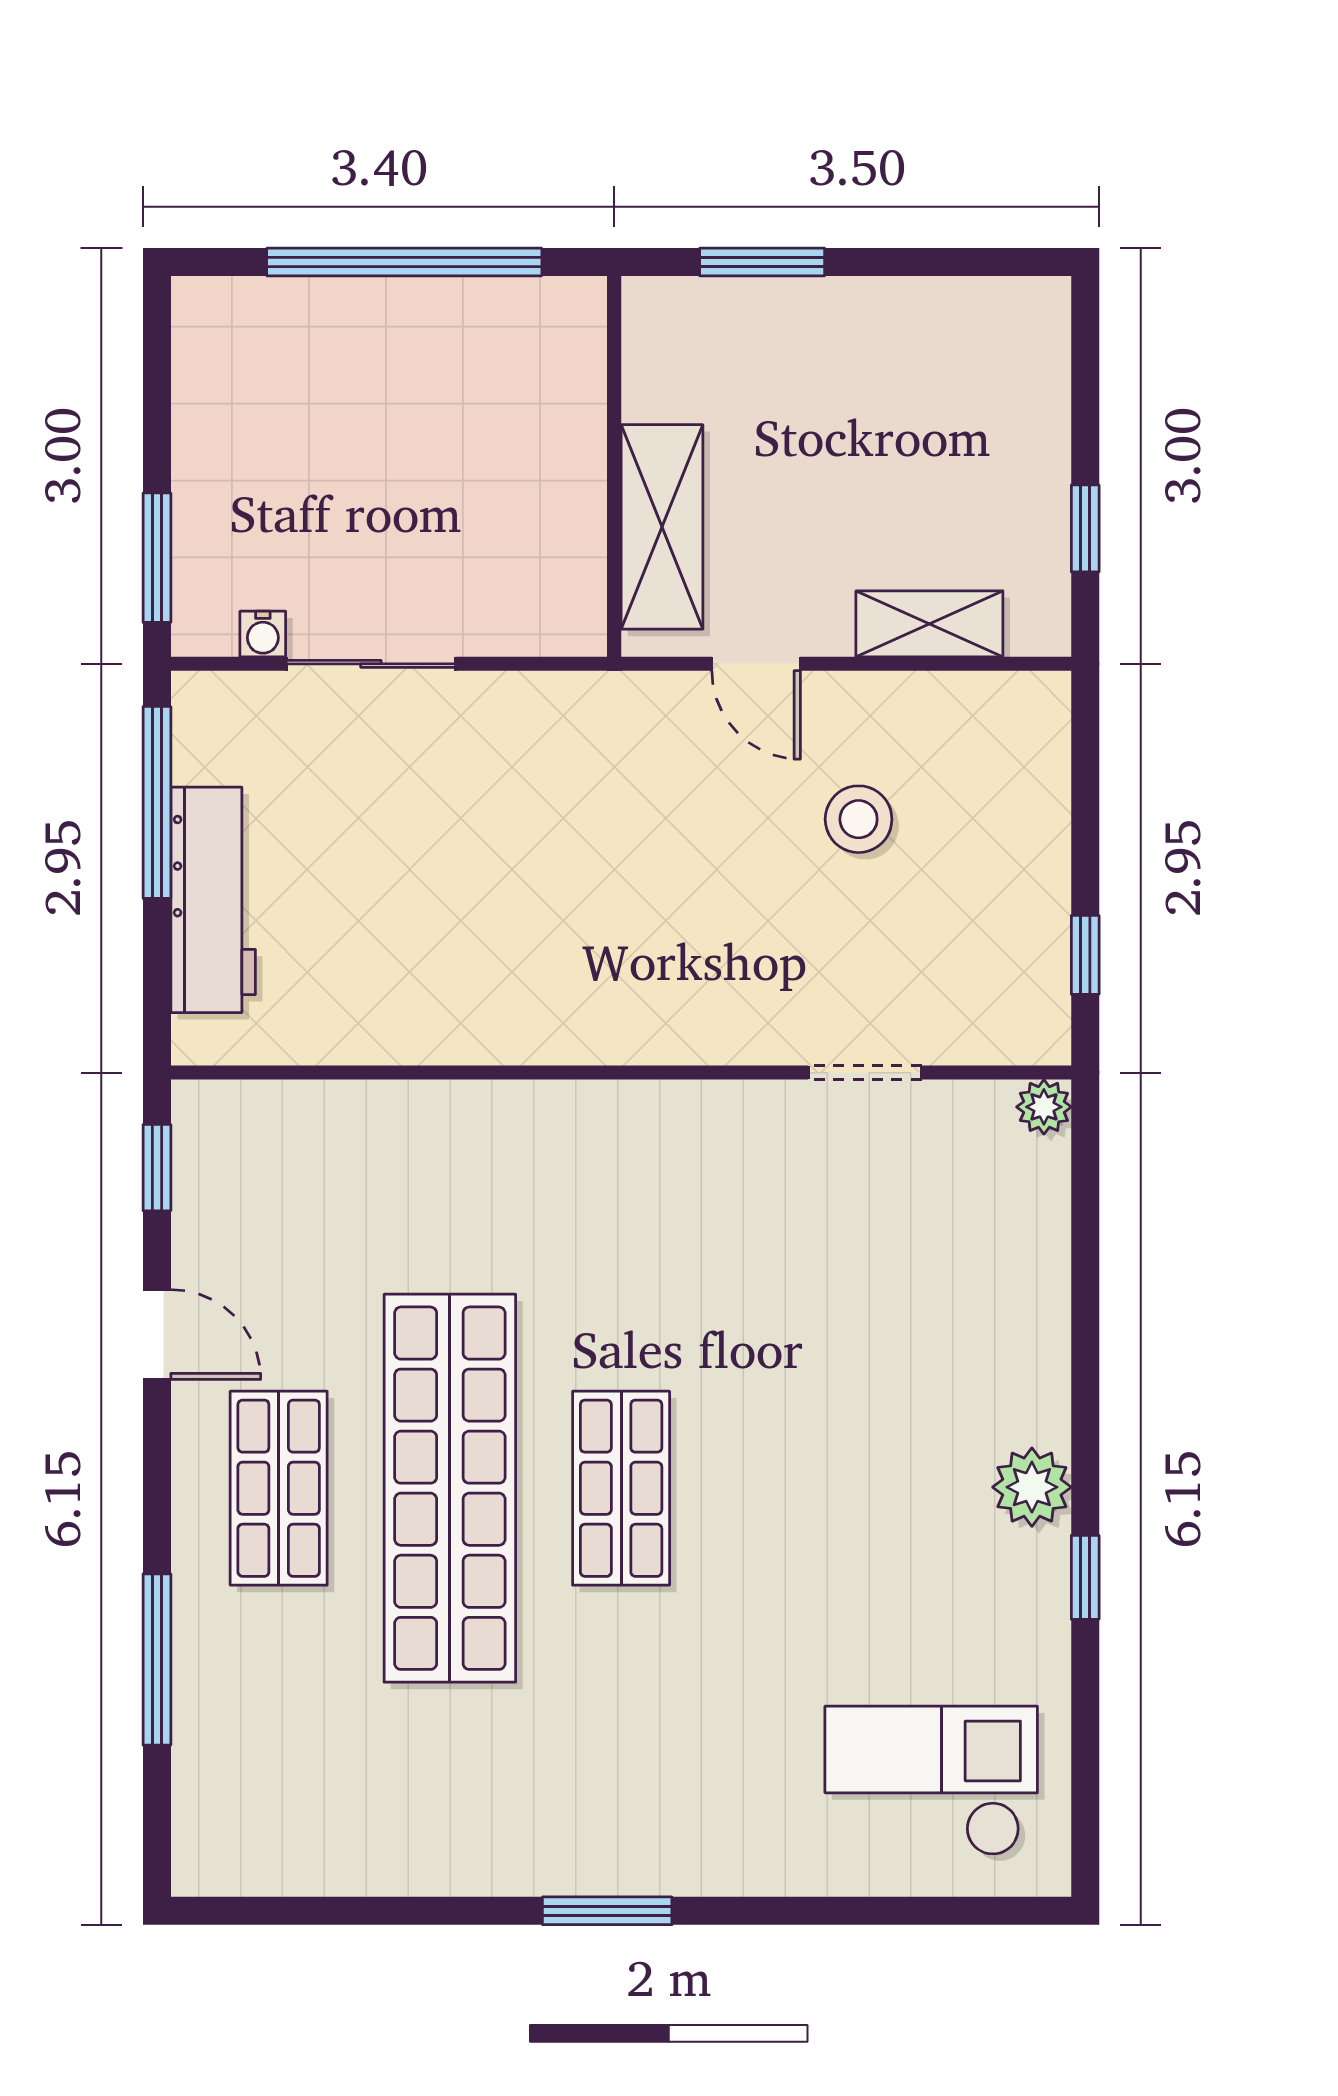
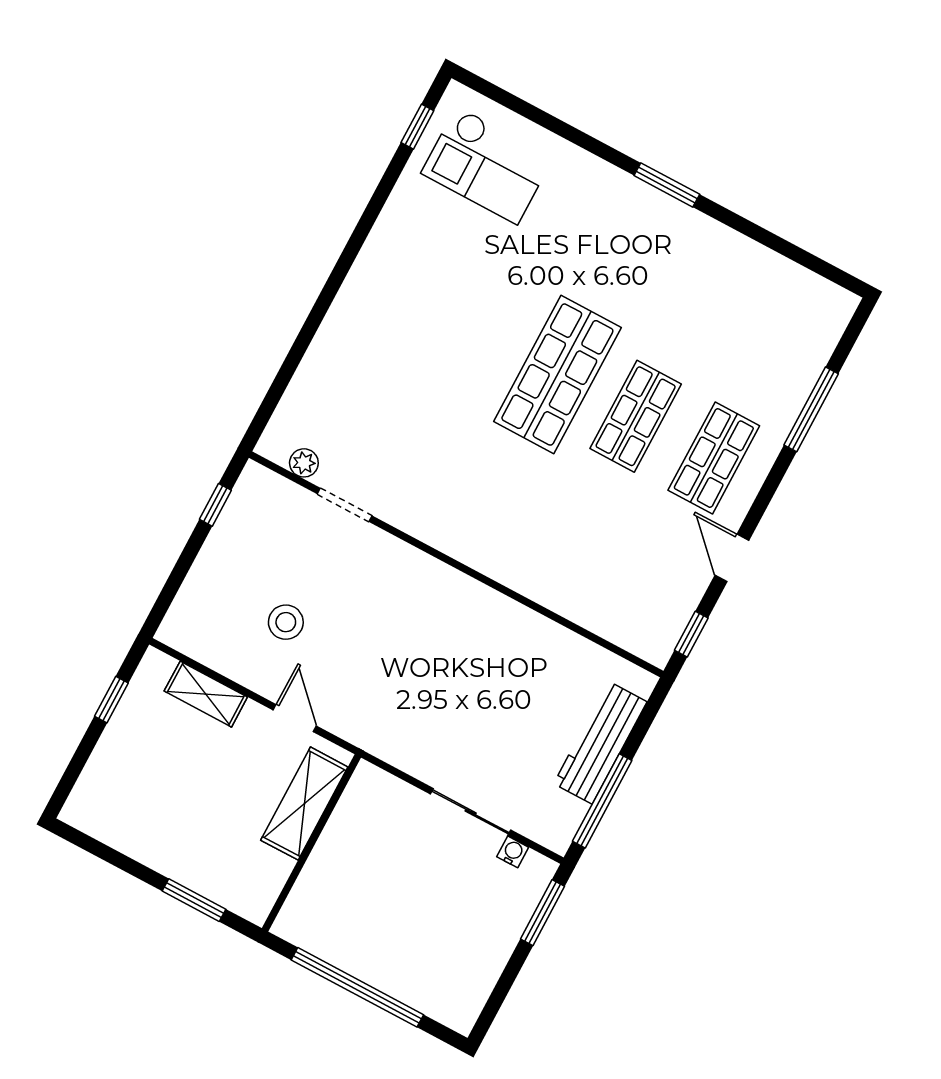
plant: (1044, 1107) -> (304, 463), moved
plant: (1032, 1487) -> (370, 275), removed
shop shelf: (450, 1488) -> (636, 416), width x0.50, depth x0.74
shop shelf: (621, 1488) -> (557, 375), width x1.43, depth x1.36
window: (1085, 1577) -> (417, 127), moved

